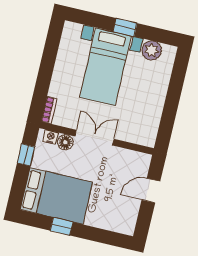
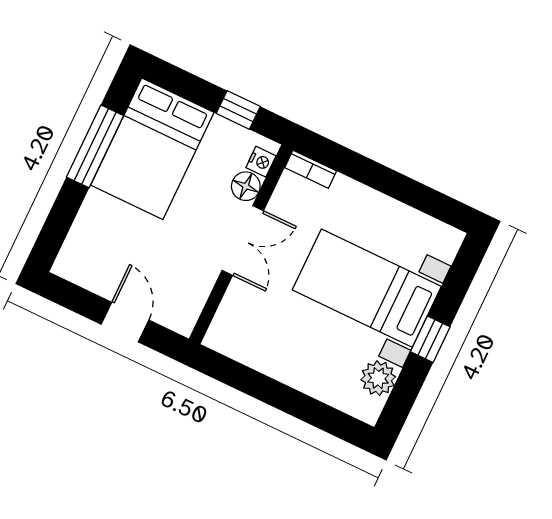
window: (62, 226) -> (95, 146), width x2.17

